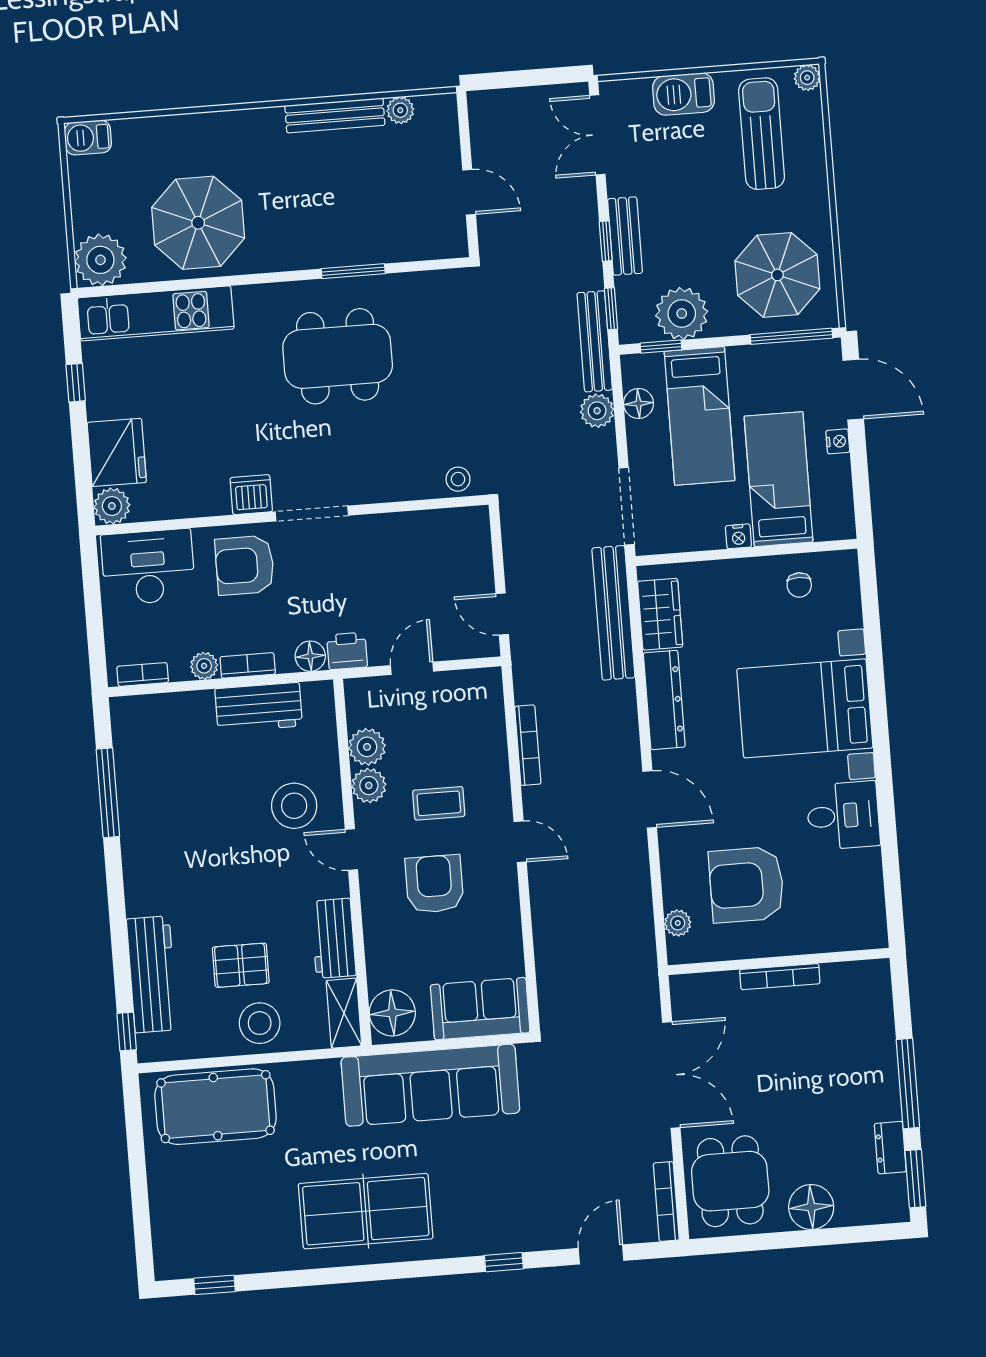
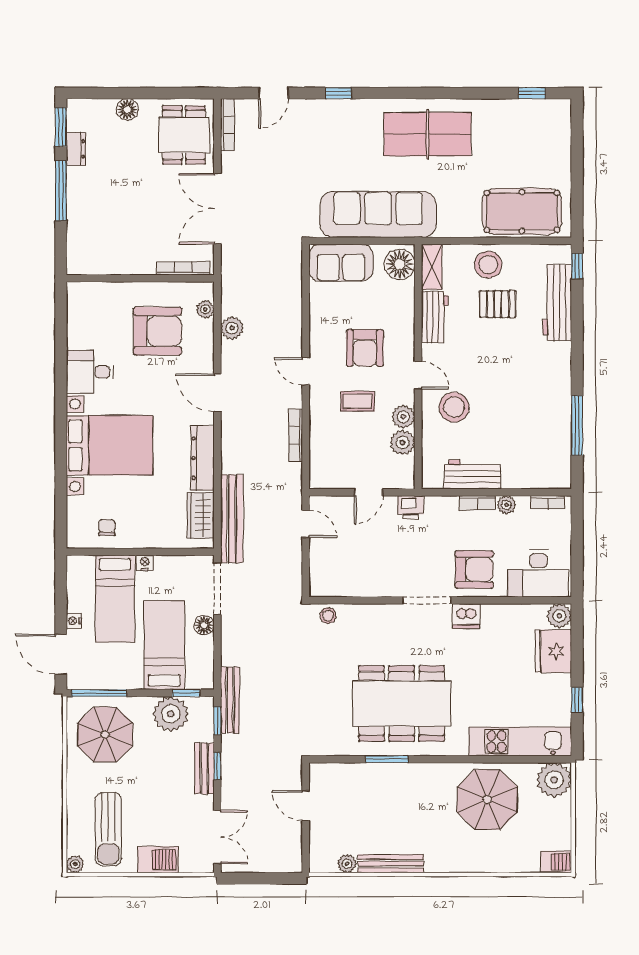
dining table: (338, 356) -> (402, 703), width x1.36, depth x1.24
floor lamp: (639, 403) -> (204, 625), moved
plant: (597, 411) -> (232, 328), moved
floor lamp: (310, 656) -> (435, 506), removed
bookcase: (780, 977) -> (183, 268), moved
floor lamp: (811, 1207) -> (127, 109), width x0.73, depth x0.73

